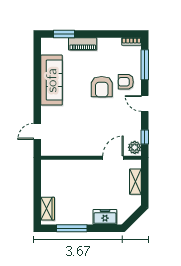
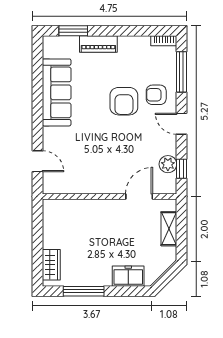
door: (37, 131) -> (37, 161), swing flipped
plant: (135, 147) -> (168, 164), moved

